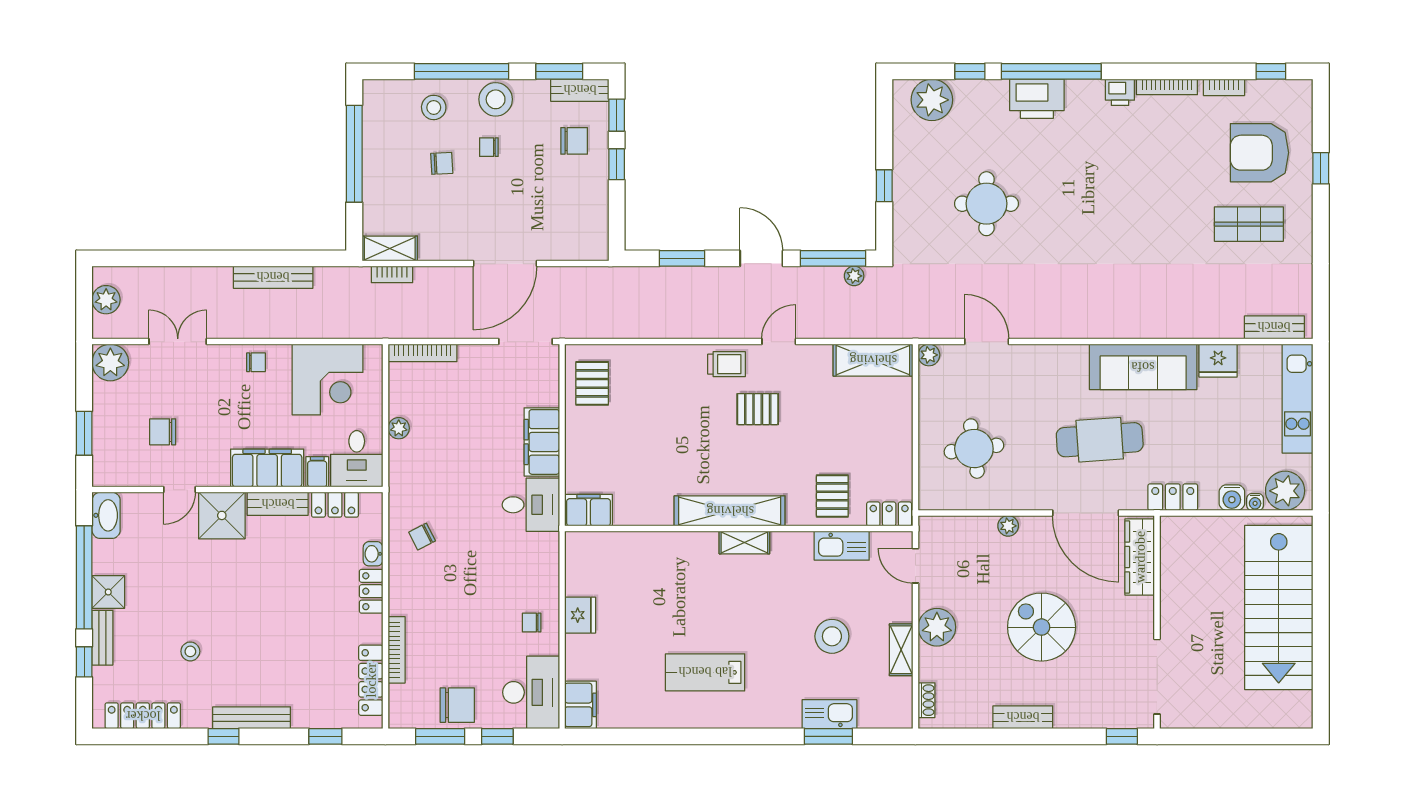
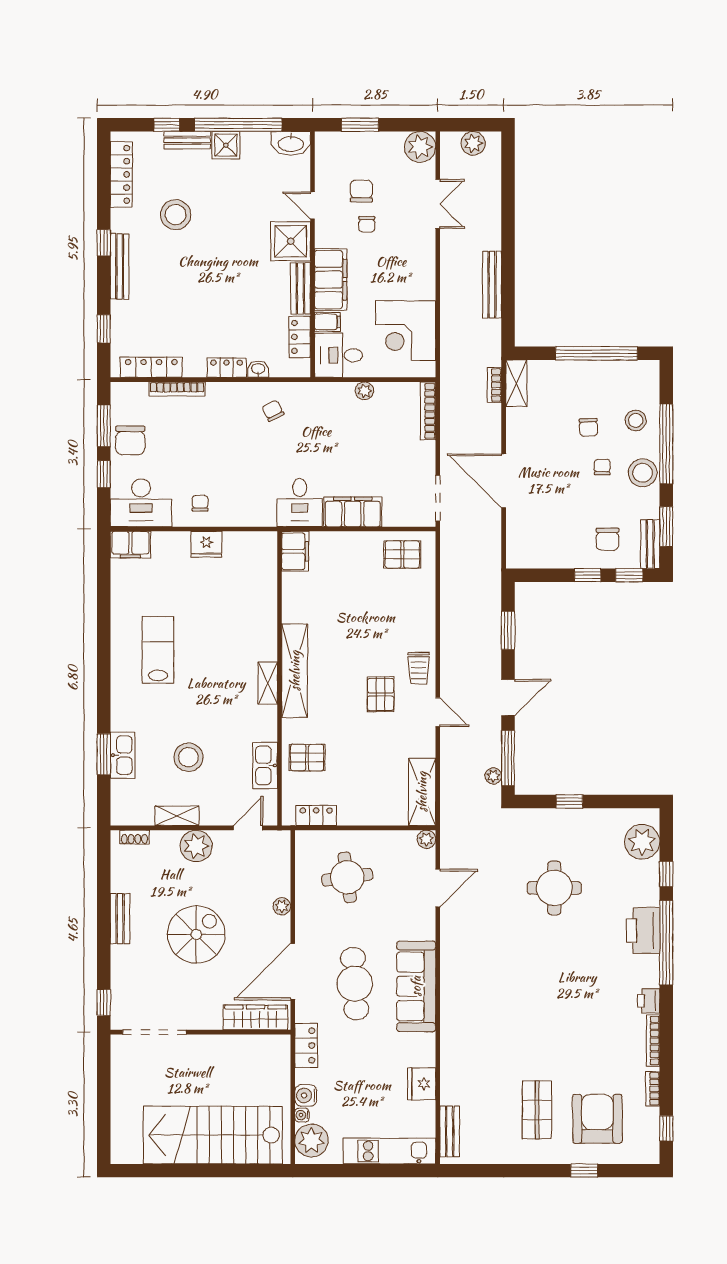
chair: (256, 362) -> (367, 224), moved
sofa: (1143, 367) -> (416, 986), moved
locker: (889, 514) -> (316, 816), moved, turned -90
stool: (190, 651) -> (176, 215), width x1.89, depth x1.89

